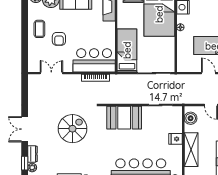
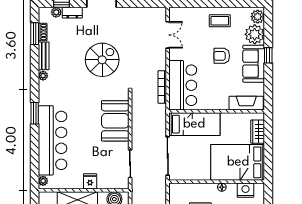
armchair: (59, 39) -> (222, 56), moved
spiral stairs: (72, 129) -> (102, 60), turned -90

